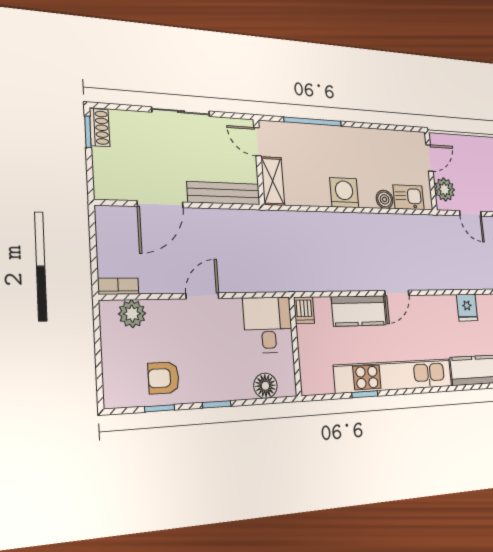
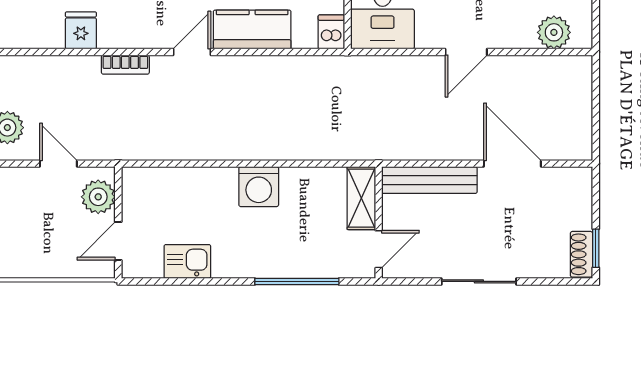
door: (257, 142) -> (379, 249), hinge flipped
kitchen sink: (409, 197) -> (187, 261), moved, turned 180
boiler: (385, 199) -> (198, 180), removed
door: (160, 204) -> (512, 164), hinge flipped
bookcase: (118, 286) -> (125, 65), moved

